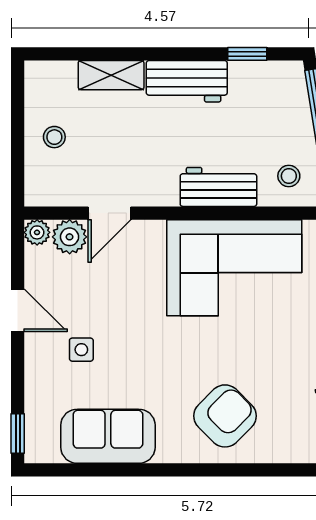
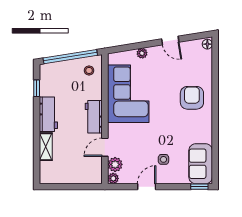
stool: (54, 137) -> (72, 171), removed
workbench: (218, 187) -> (94, 117), moved
door: (110, 213) -> (105, 147), swing flipped
armchair: (225, 416) -> (192, 98), turned 45
sofa: (108, 436) -> (201, 164), moved

